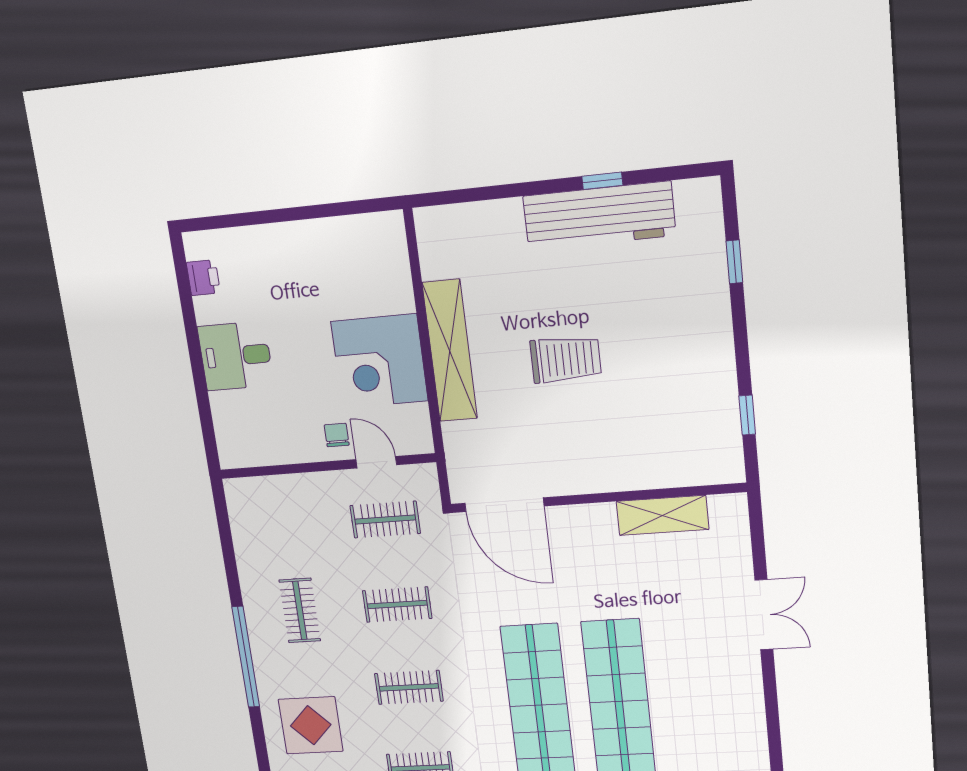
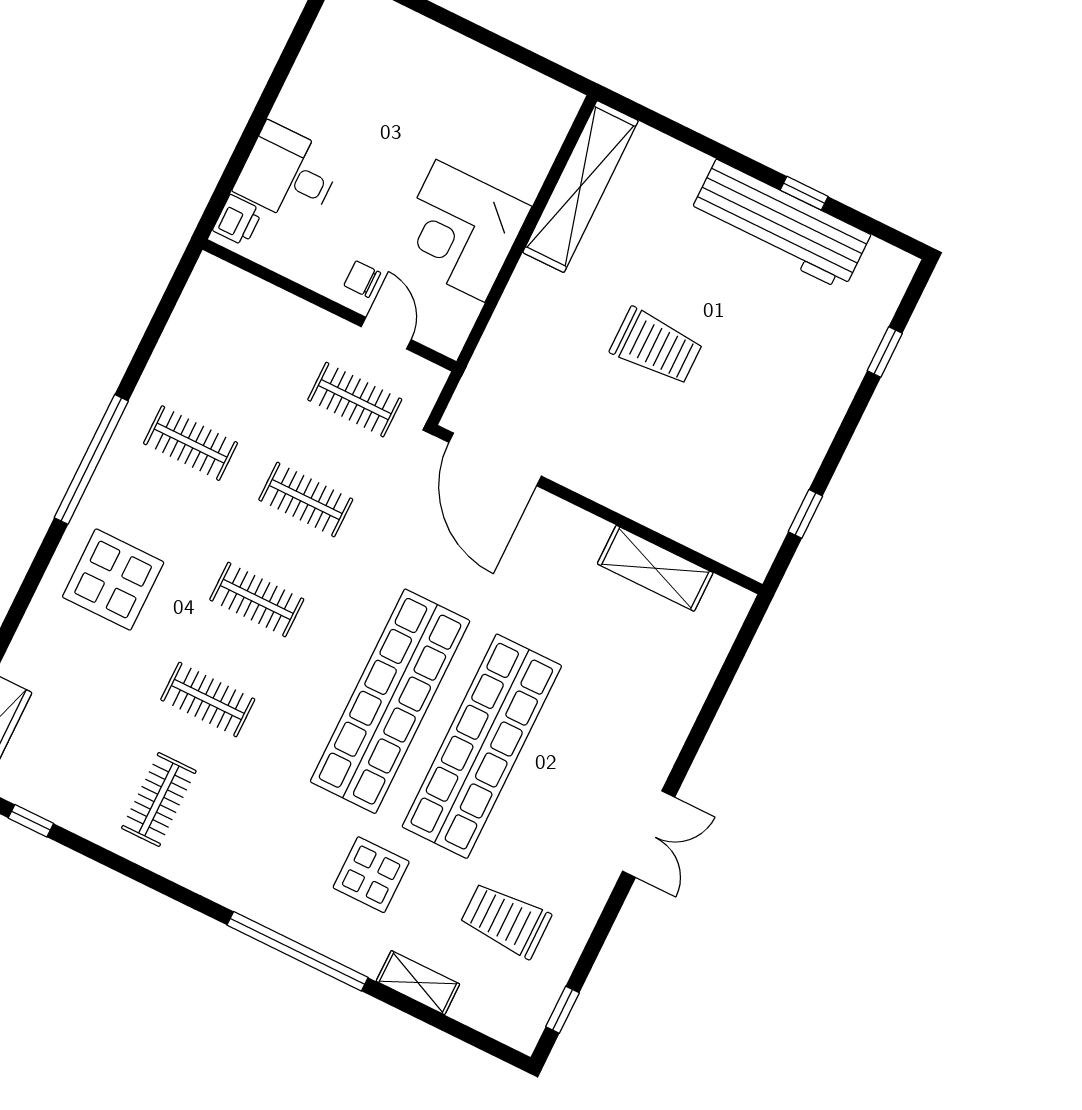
printer: (203, 278) -> (238, 220), moved
shelving: (450, 351) -> (580, 187), moved
desk: (236, 356) -> (288, 174), moved
chair: (337, 435) -> (362, 279), turned -90
clothes rail: (300, 610) -> (191, 443), turned 90
double door: (764, 615) -> (649, 834), moved

